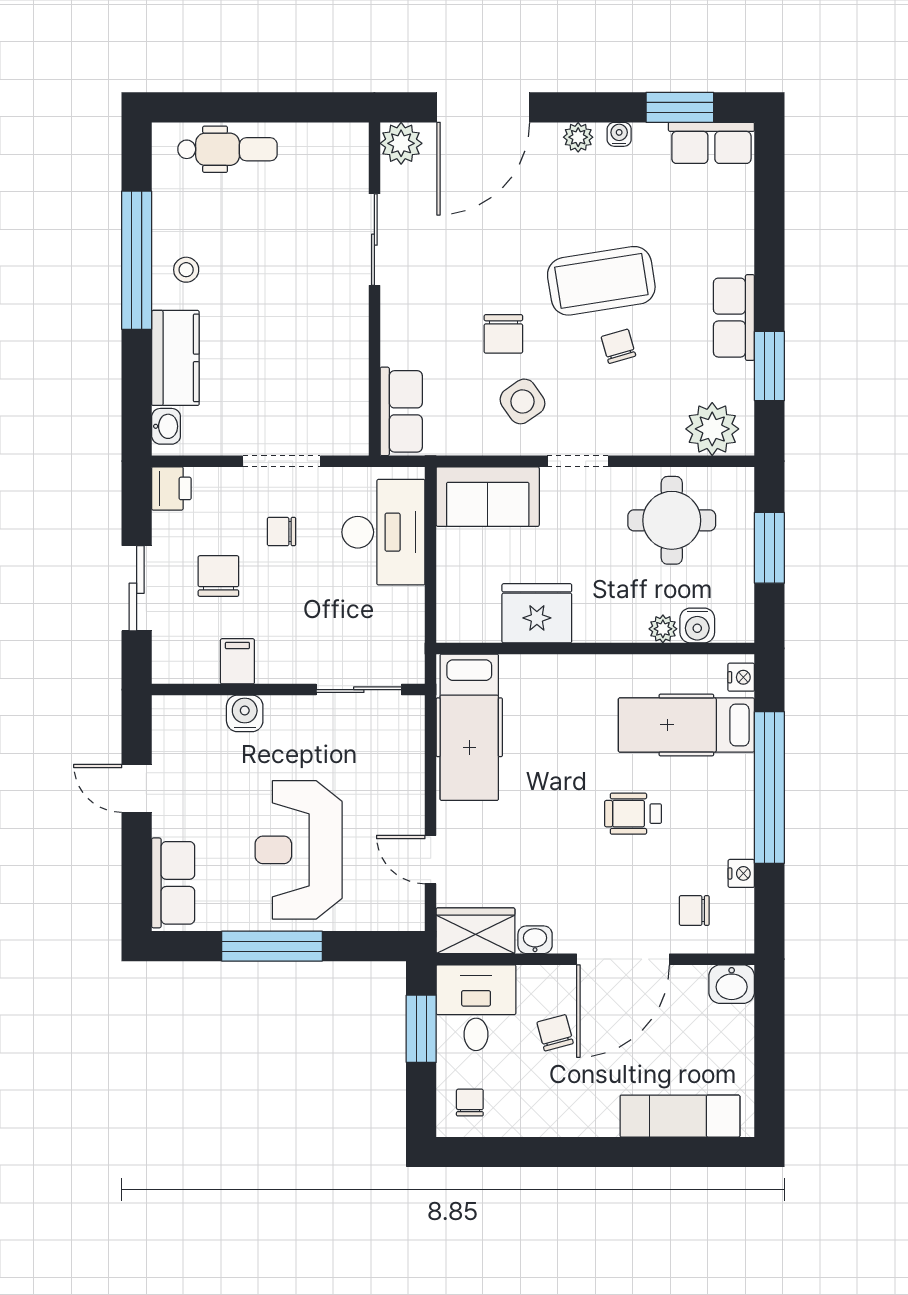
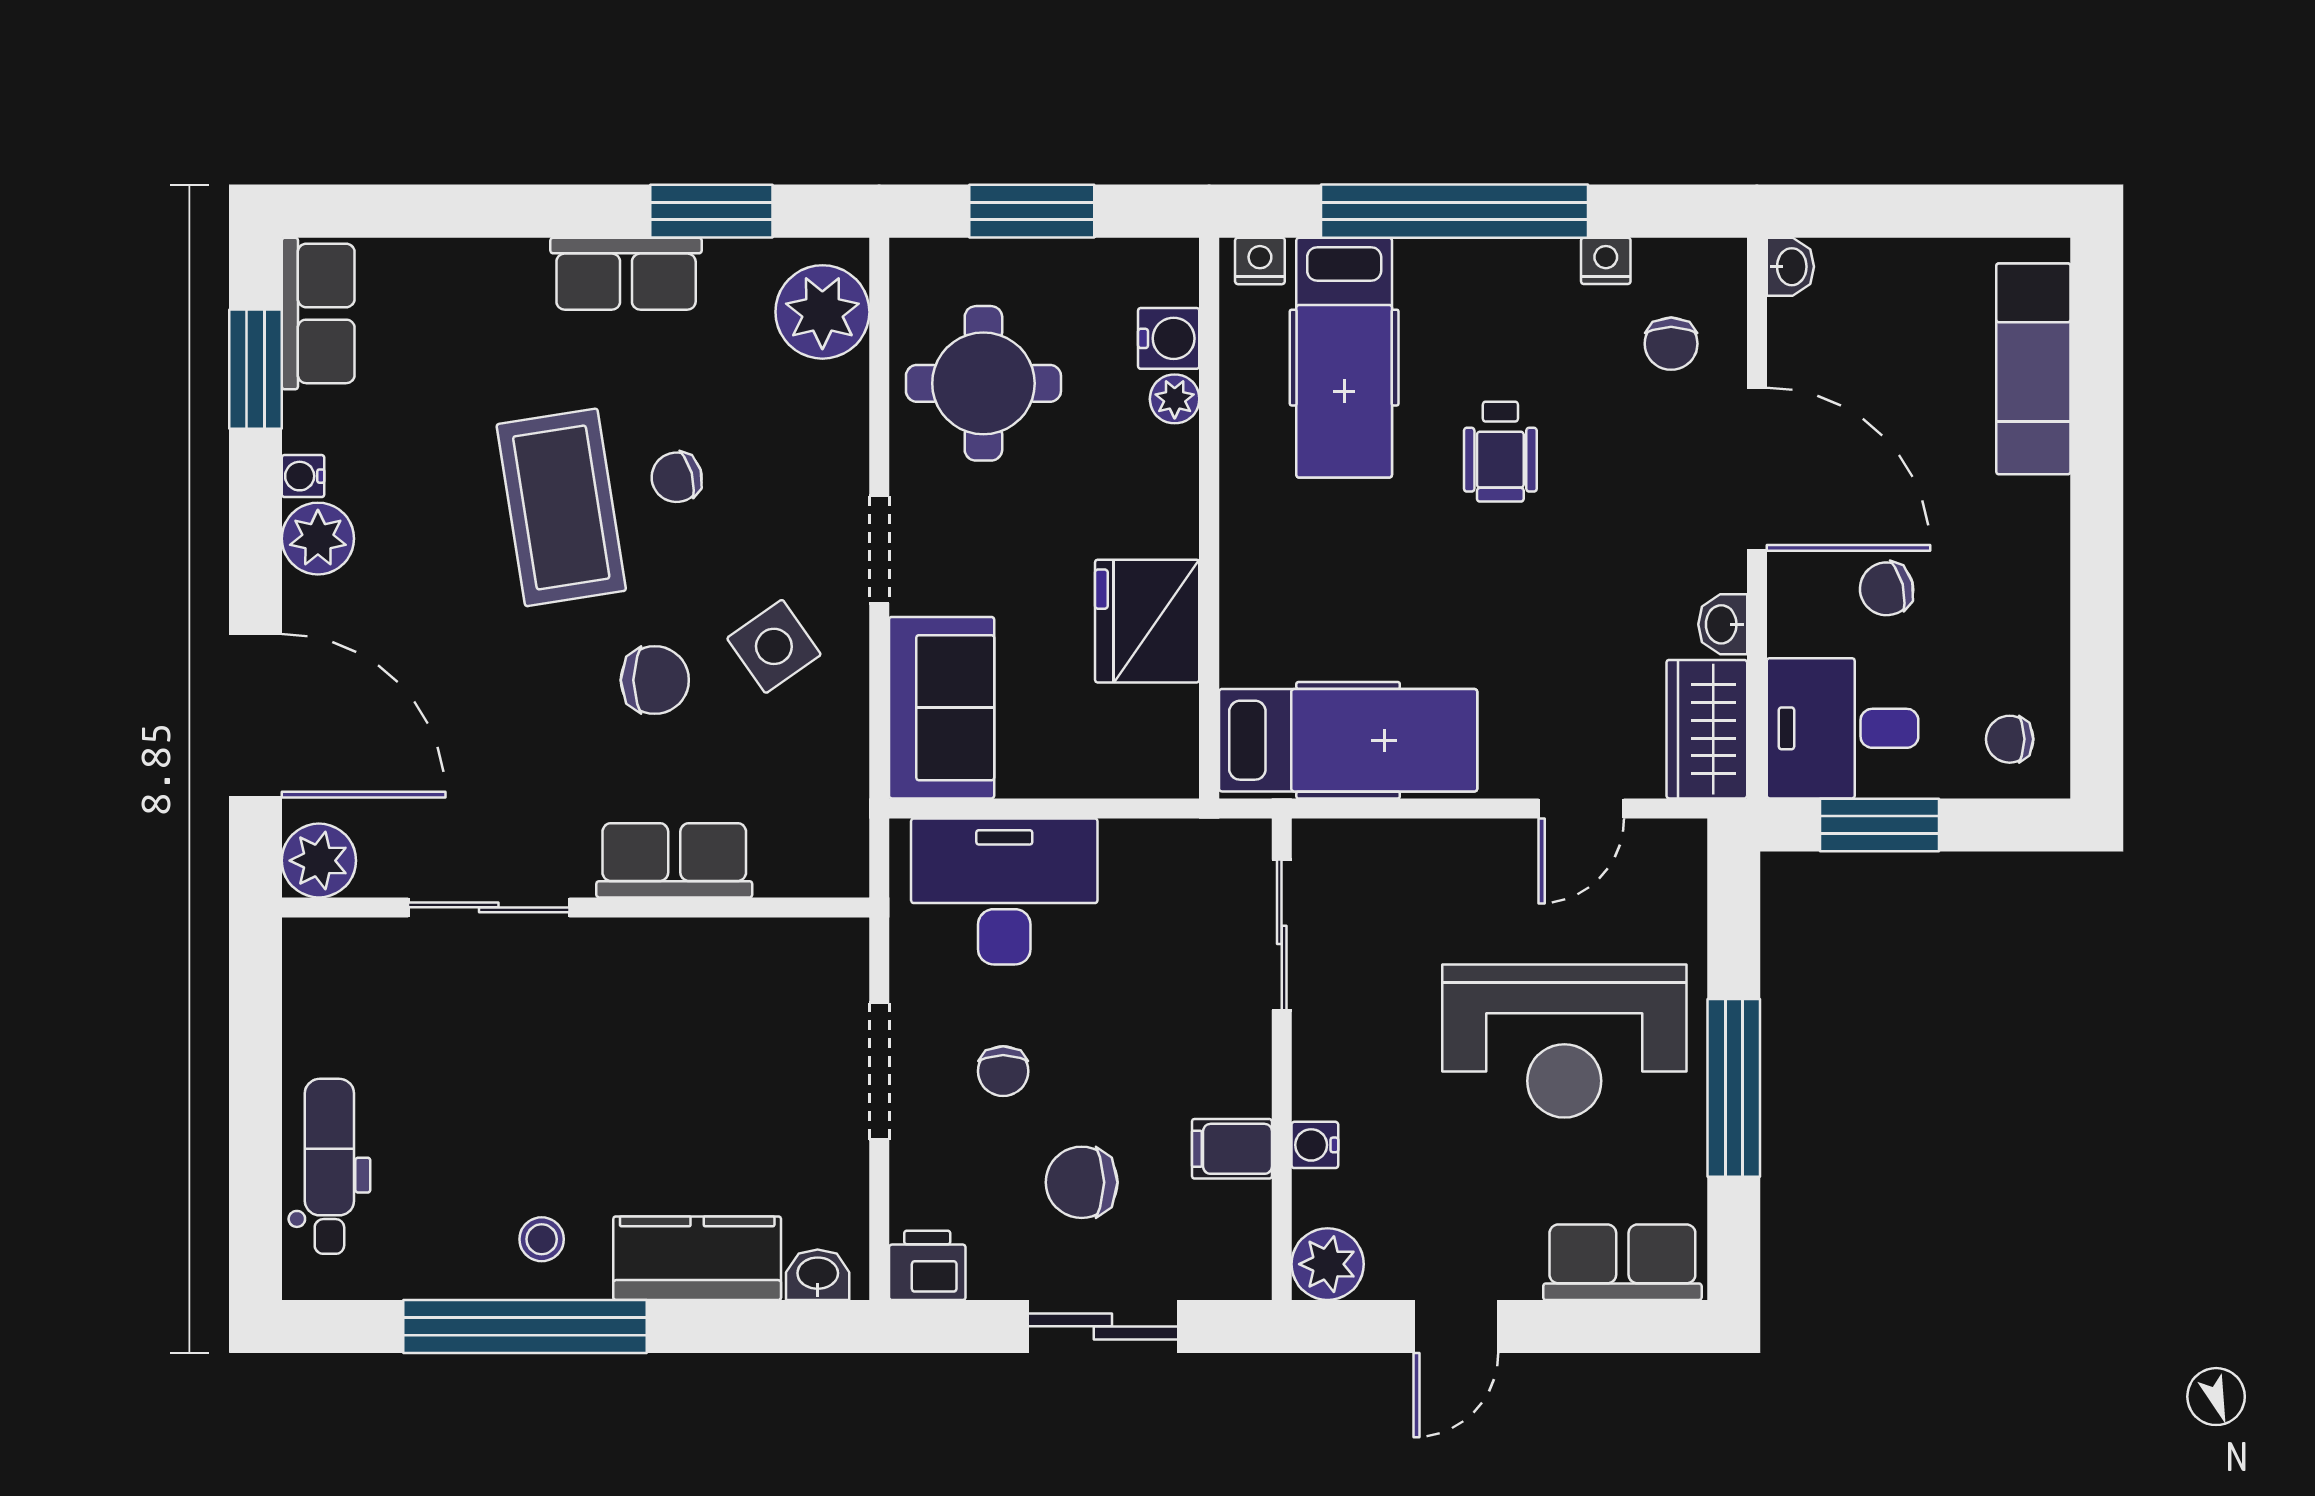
plant: (578, 137) -> (318, 539), width x1.38, depth x1.38
row of seats: (401, 411) -> (674, 860), moved
water cooler: (245, 713) -> (1315, 1145), width x0.72, depth x0.72
plant: (172, 716) -> (1328, 1264), added
washbasin: (732, 984) -> (1790, 267), width x0.72, depth x0.69

